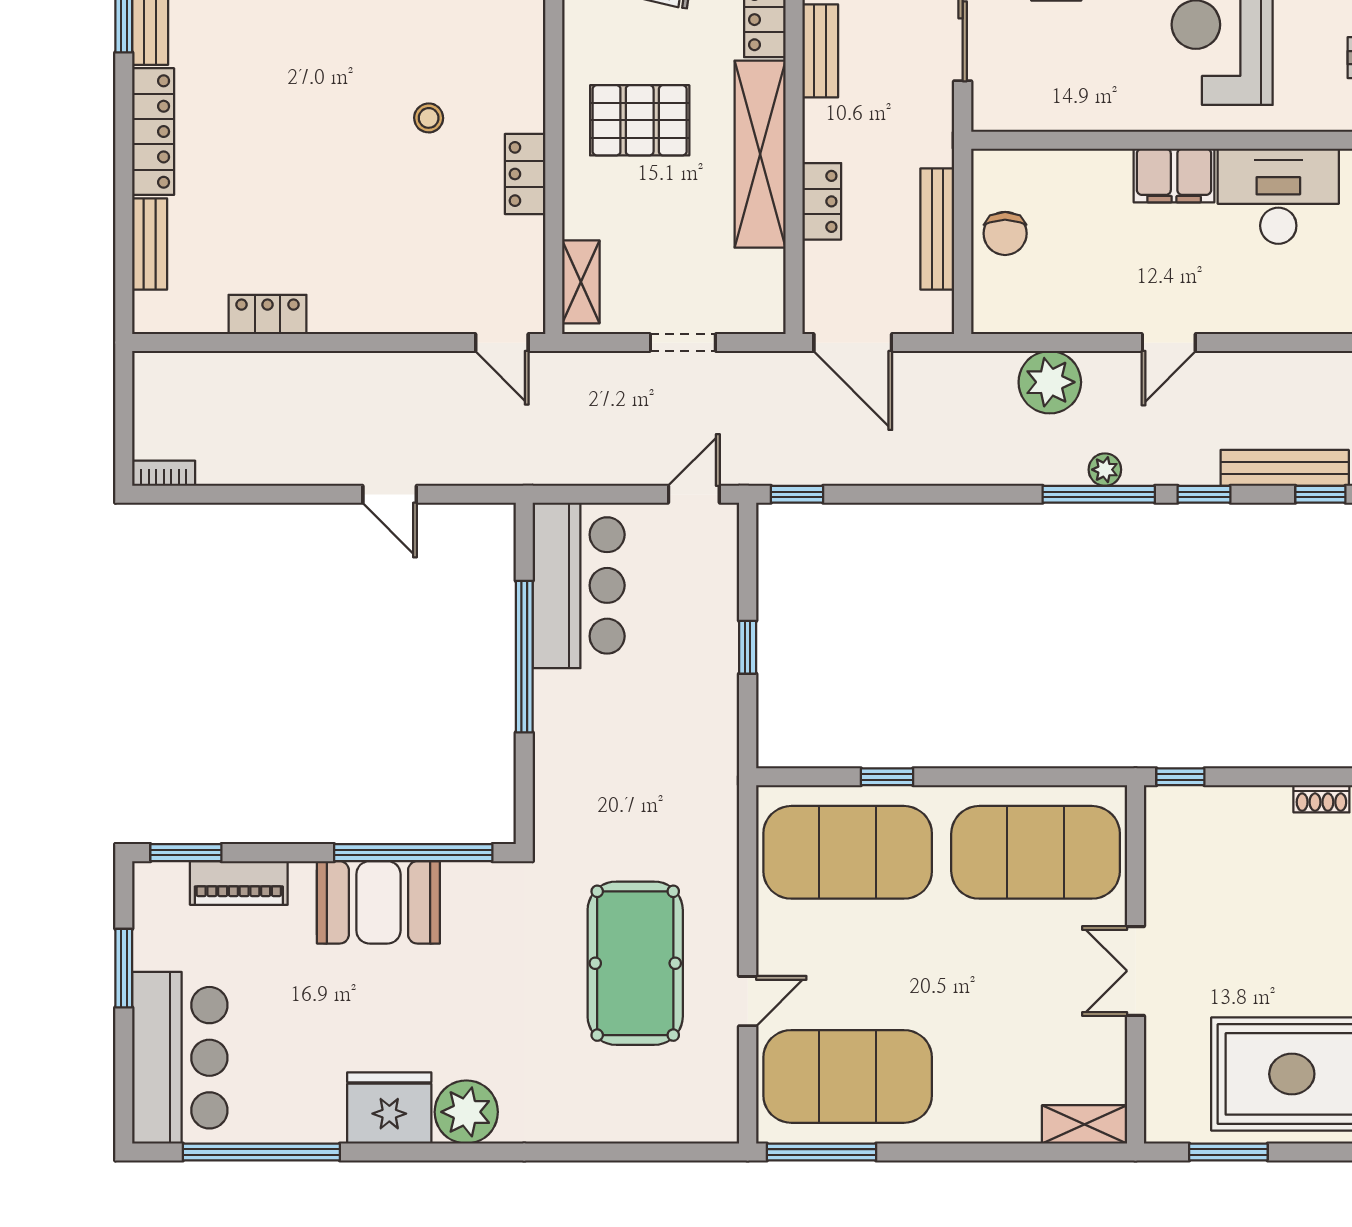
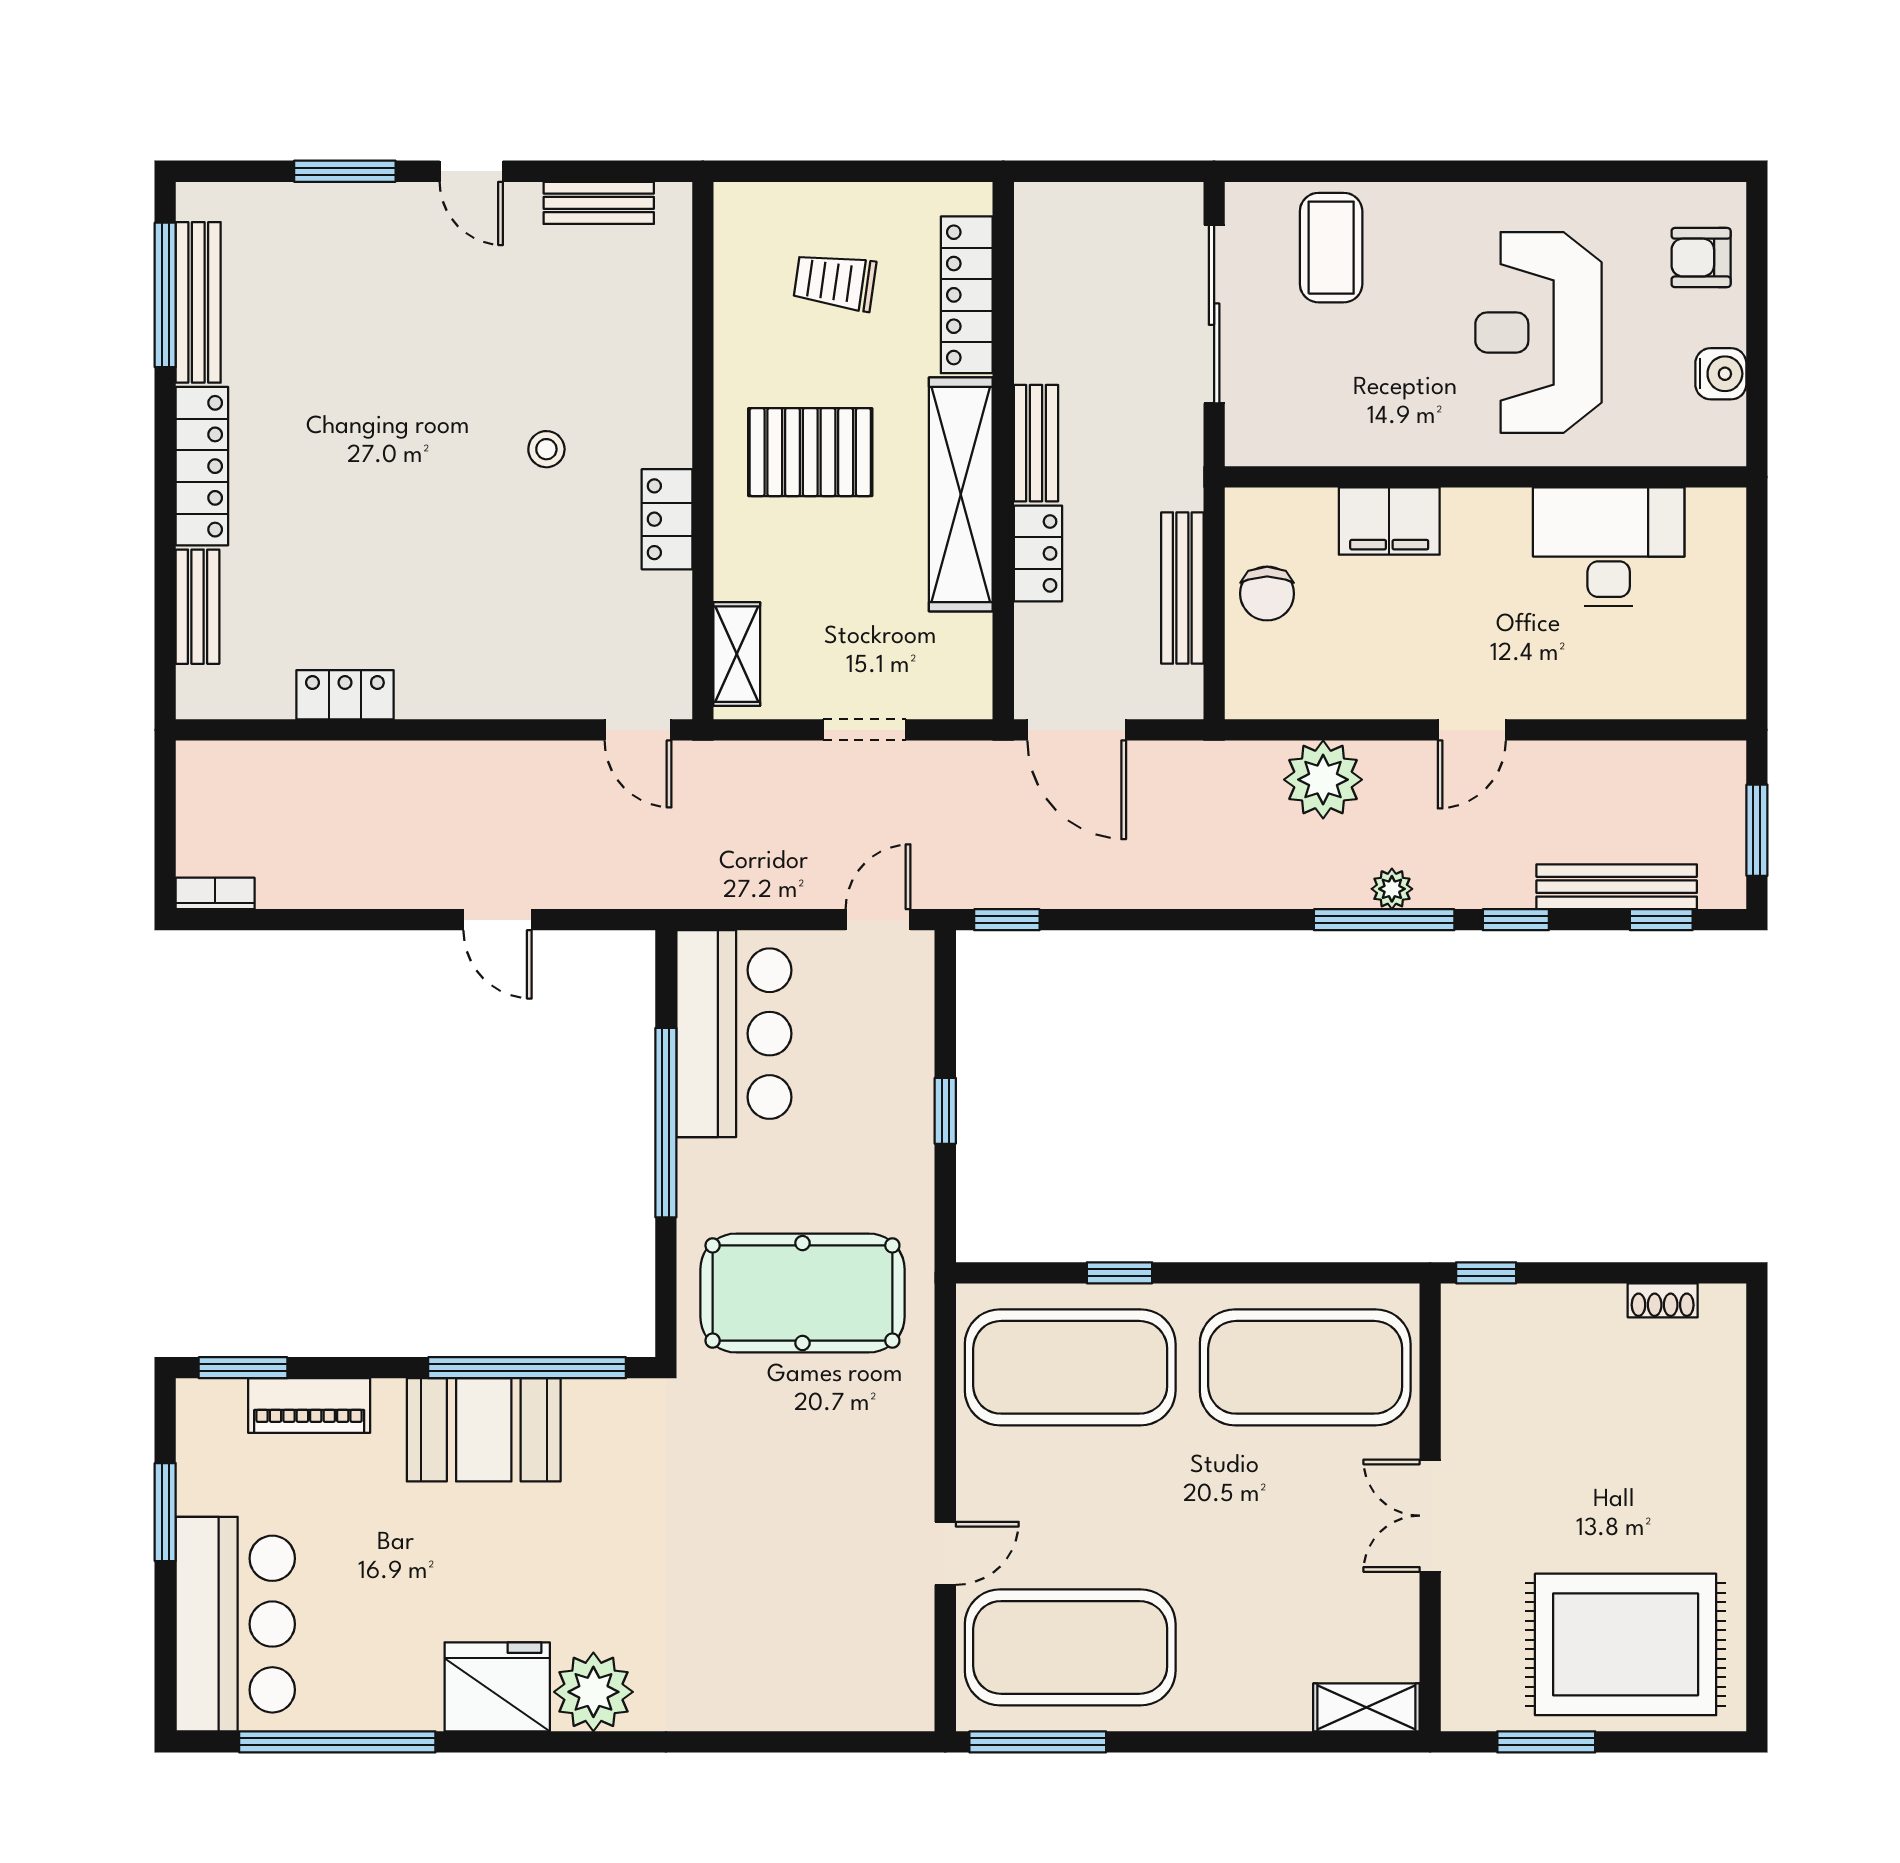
bench: (820, 51) -> (1036, 443), moved
filing cabinet: (1174, 176) -> (1389, 521), moved
pool table: (635, 963) -> (802, 1293), moved, turned 90

